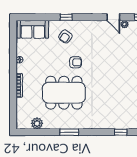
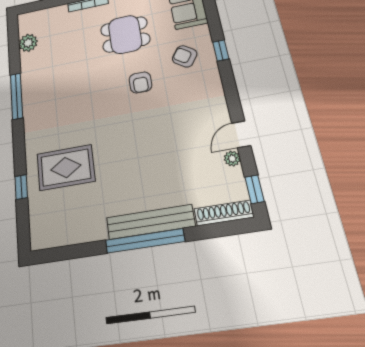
dining table: (64, 93) -> (125, 34), moved, width x0.53, depth x0.80
rug: (115, 108) -> (66, 167), added
window: (69, 132) -> (16, 96), width x1.44

